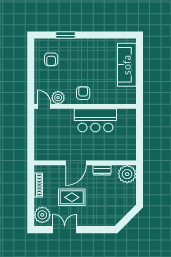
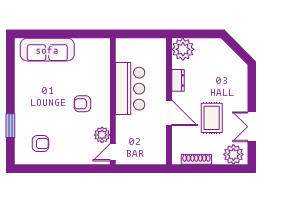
plant: (58, 98) -> (102, 135), moved
door: (44, 106) -> (113, 152), moved
wall: (85, 106) -> (113, 101), moved
bar counter: (95, 120) -> (130, 89), moved

